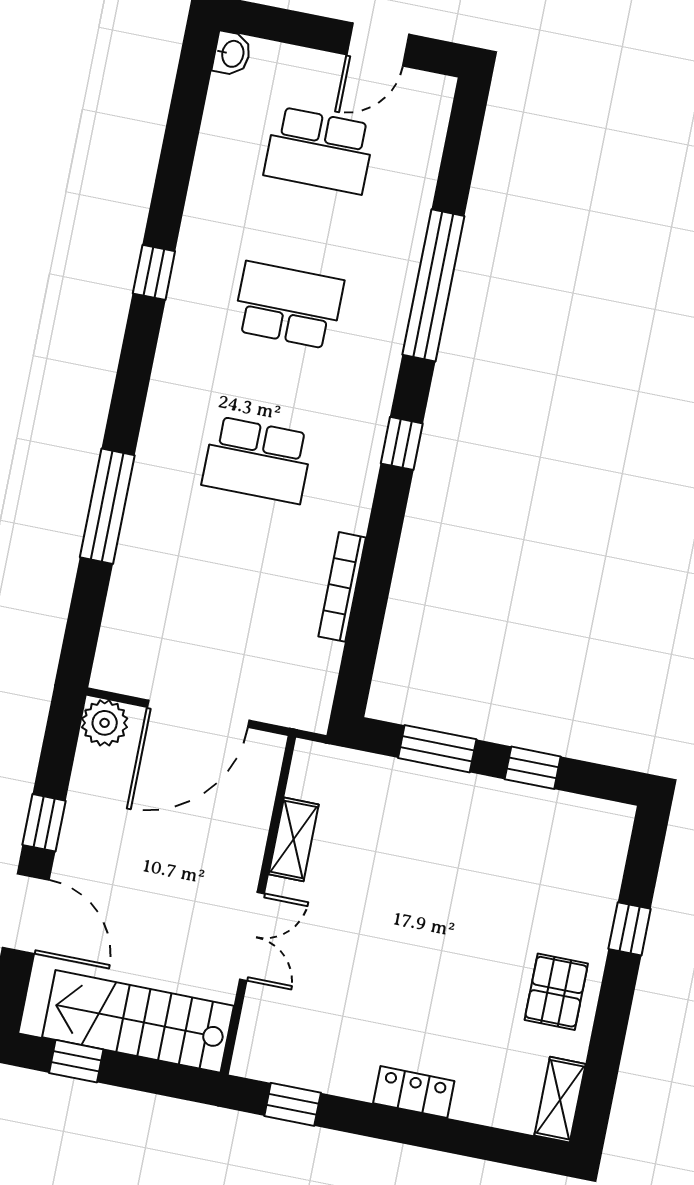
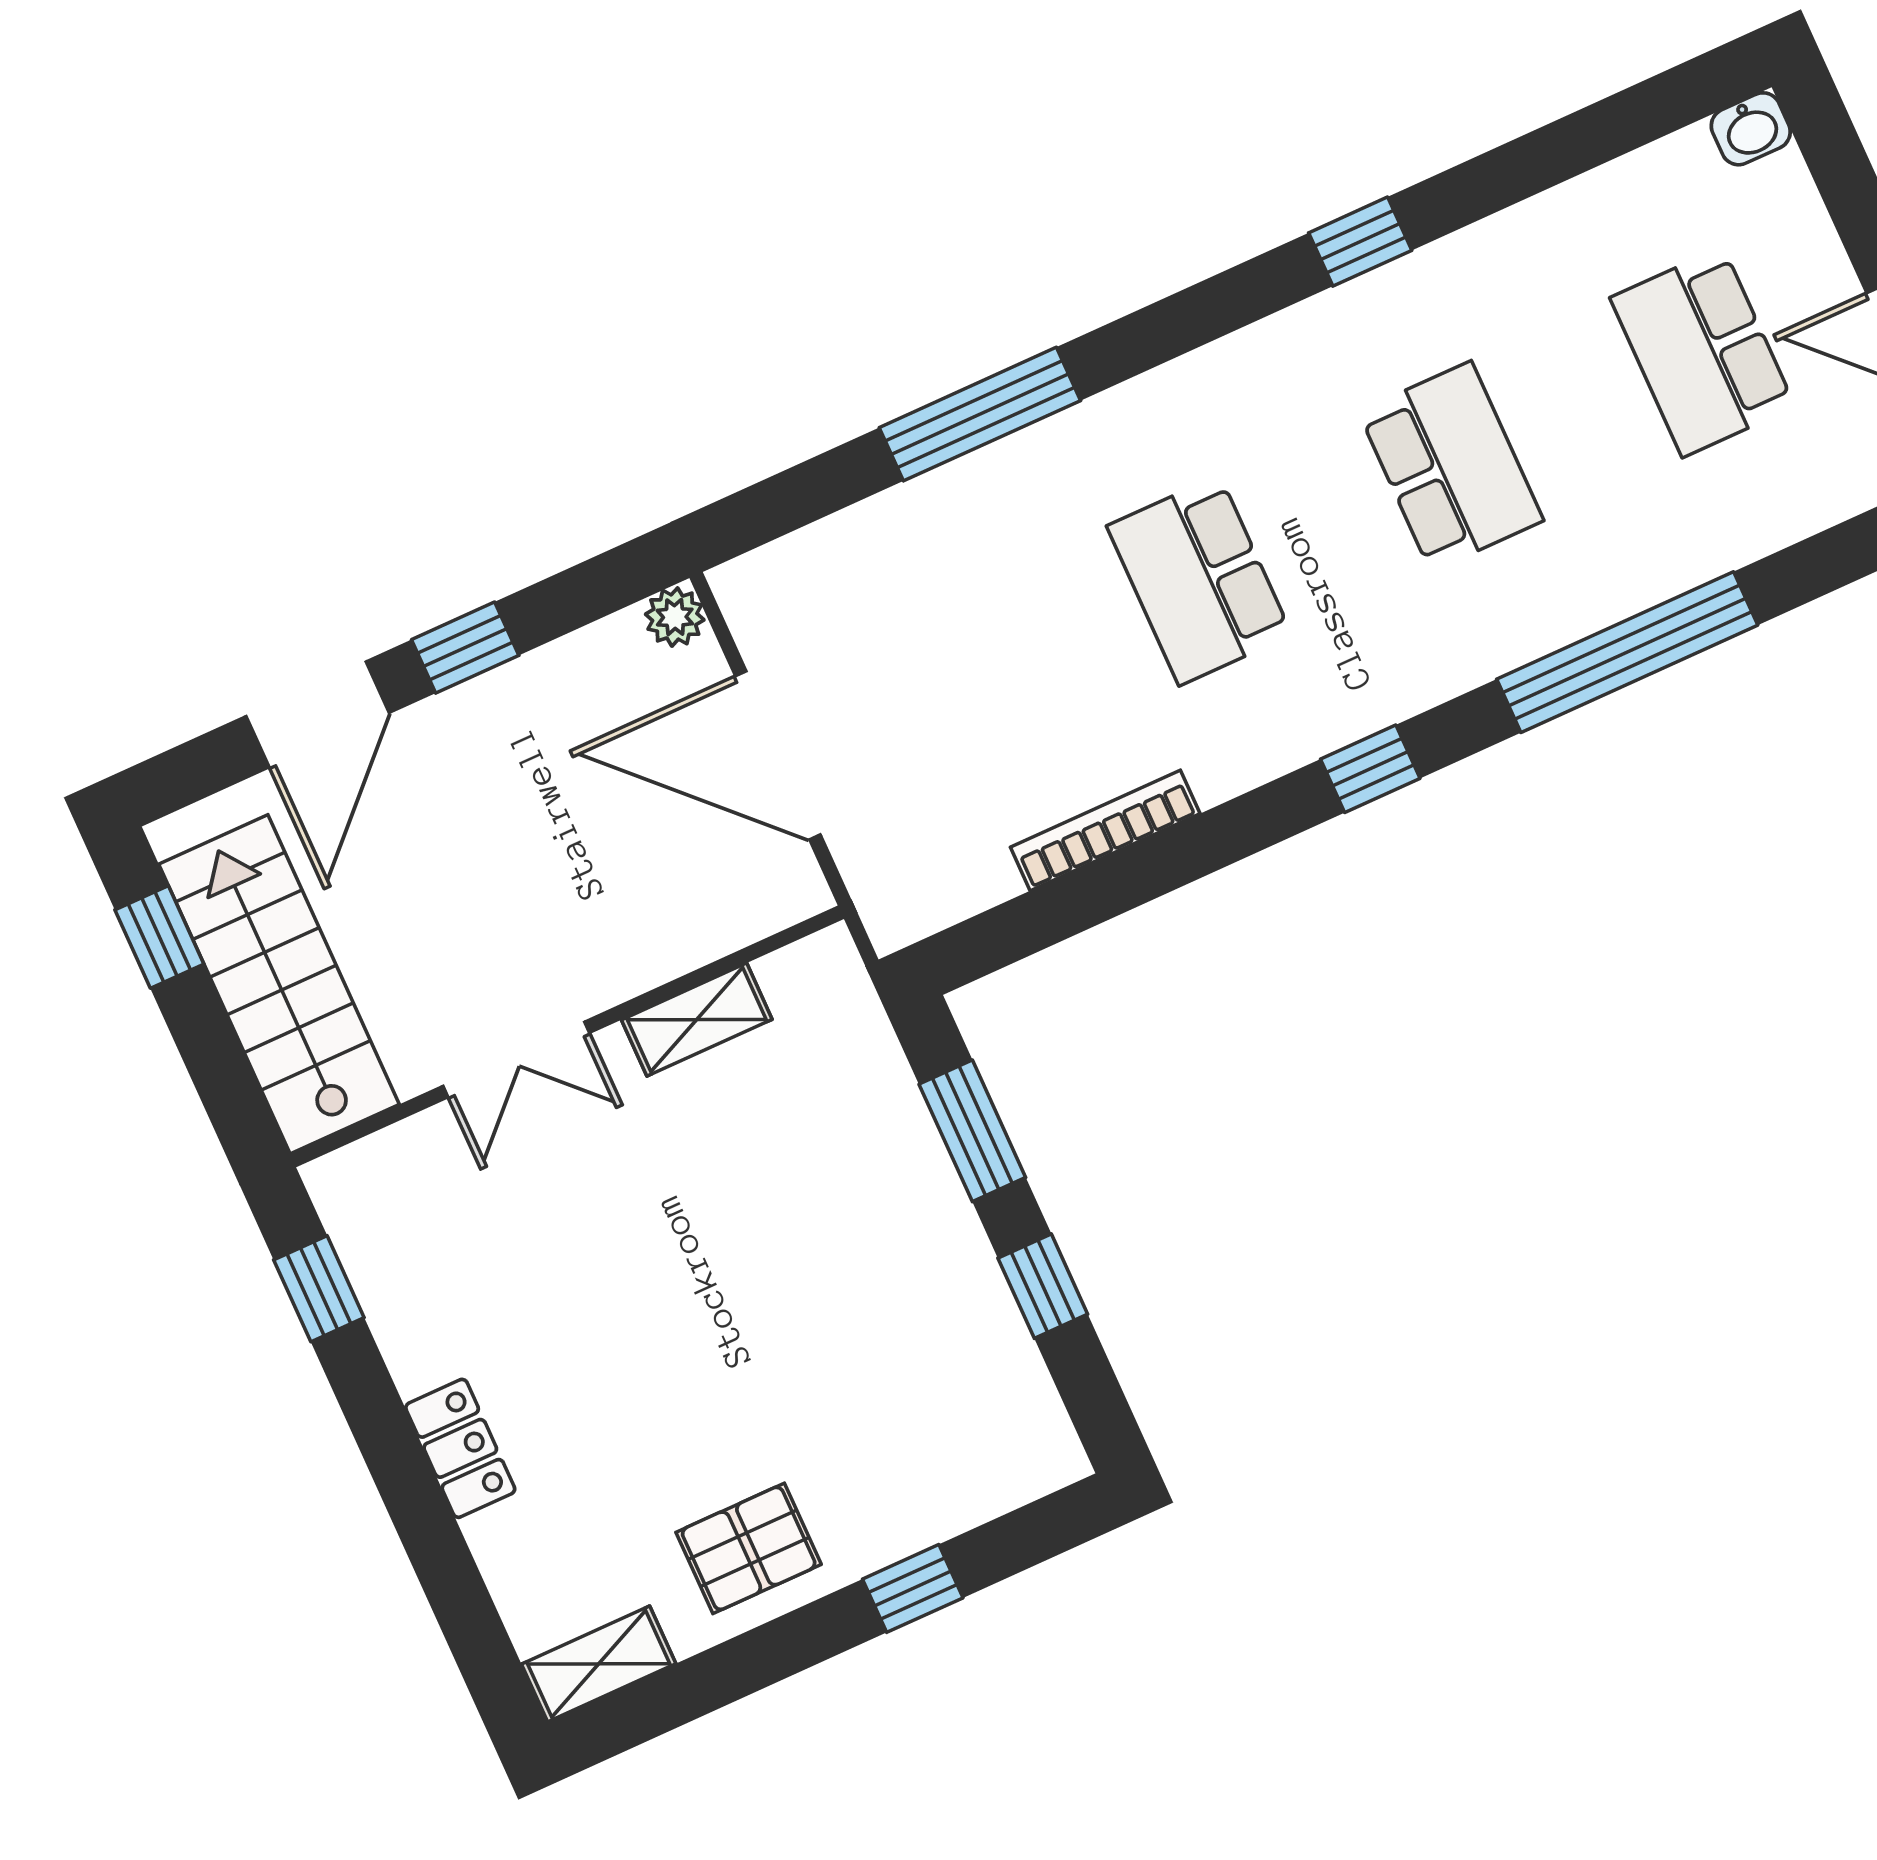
plant: (105, 723) -> (675, 617), width x0.73, depth x0.73

